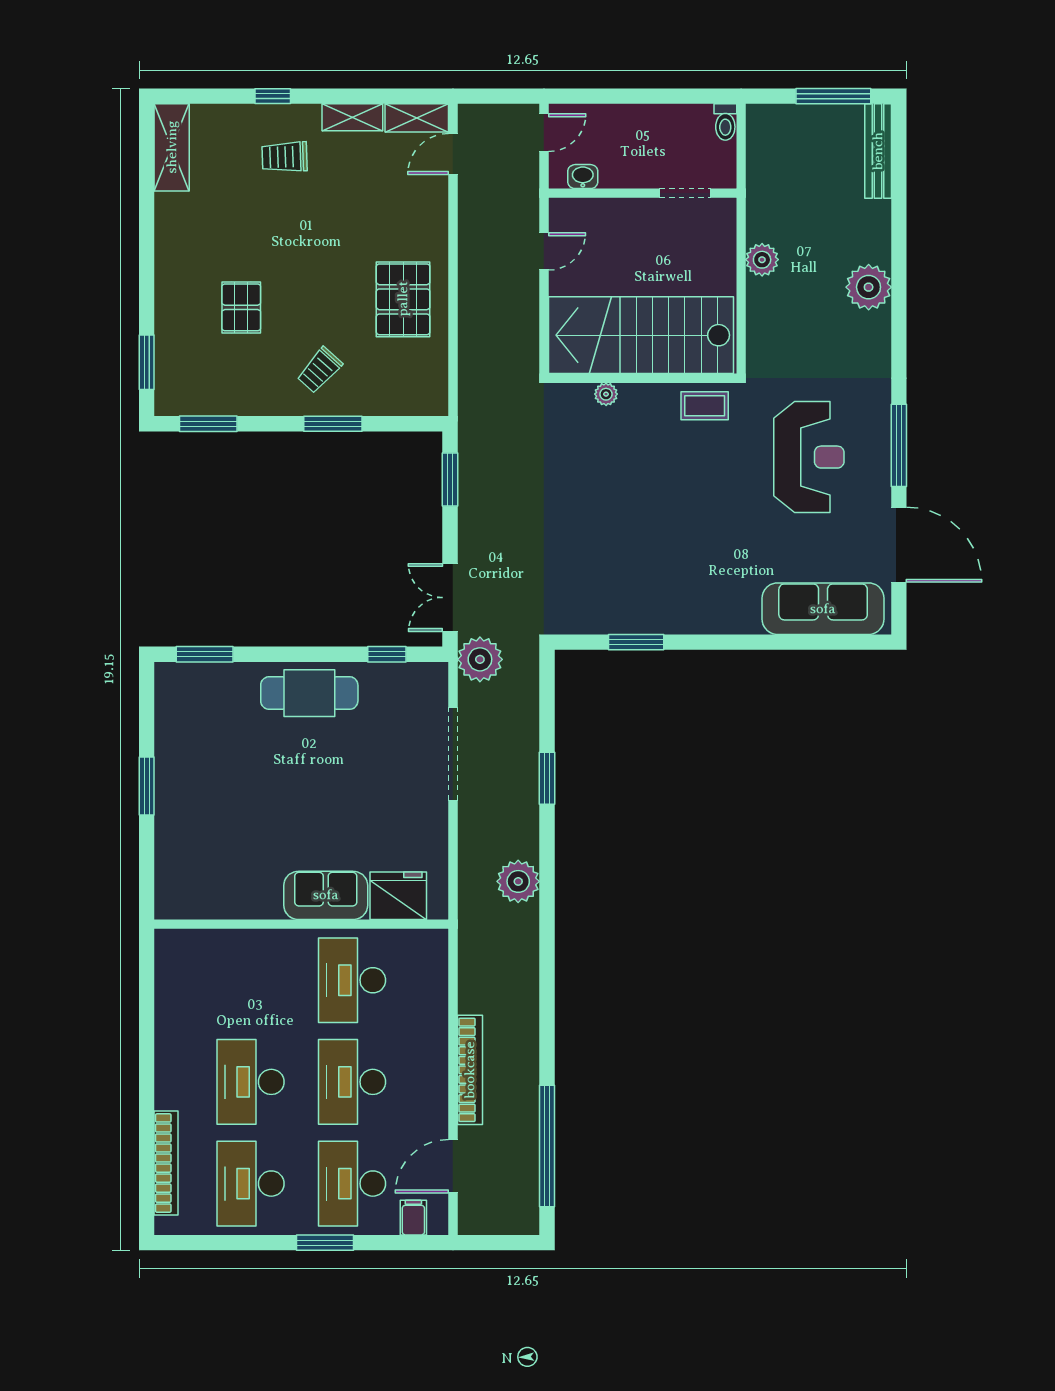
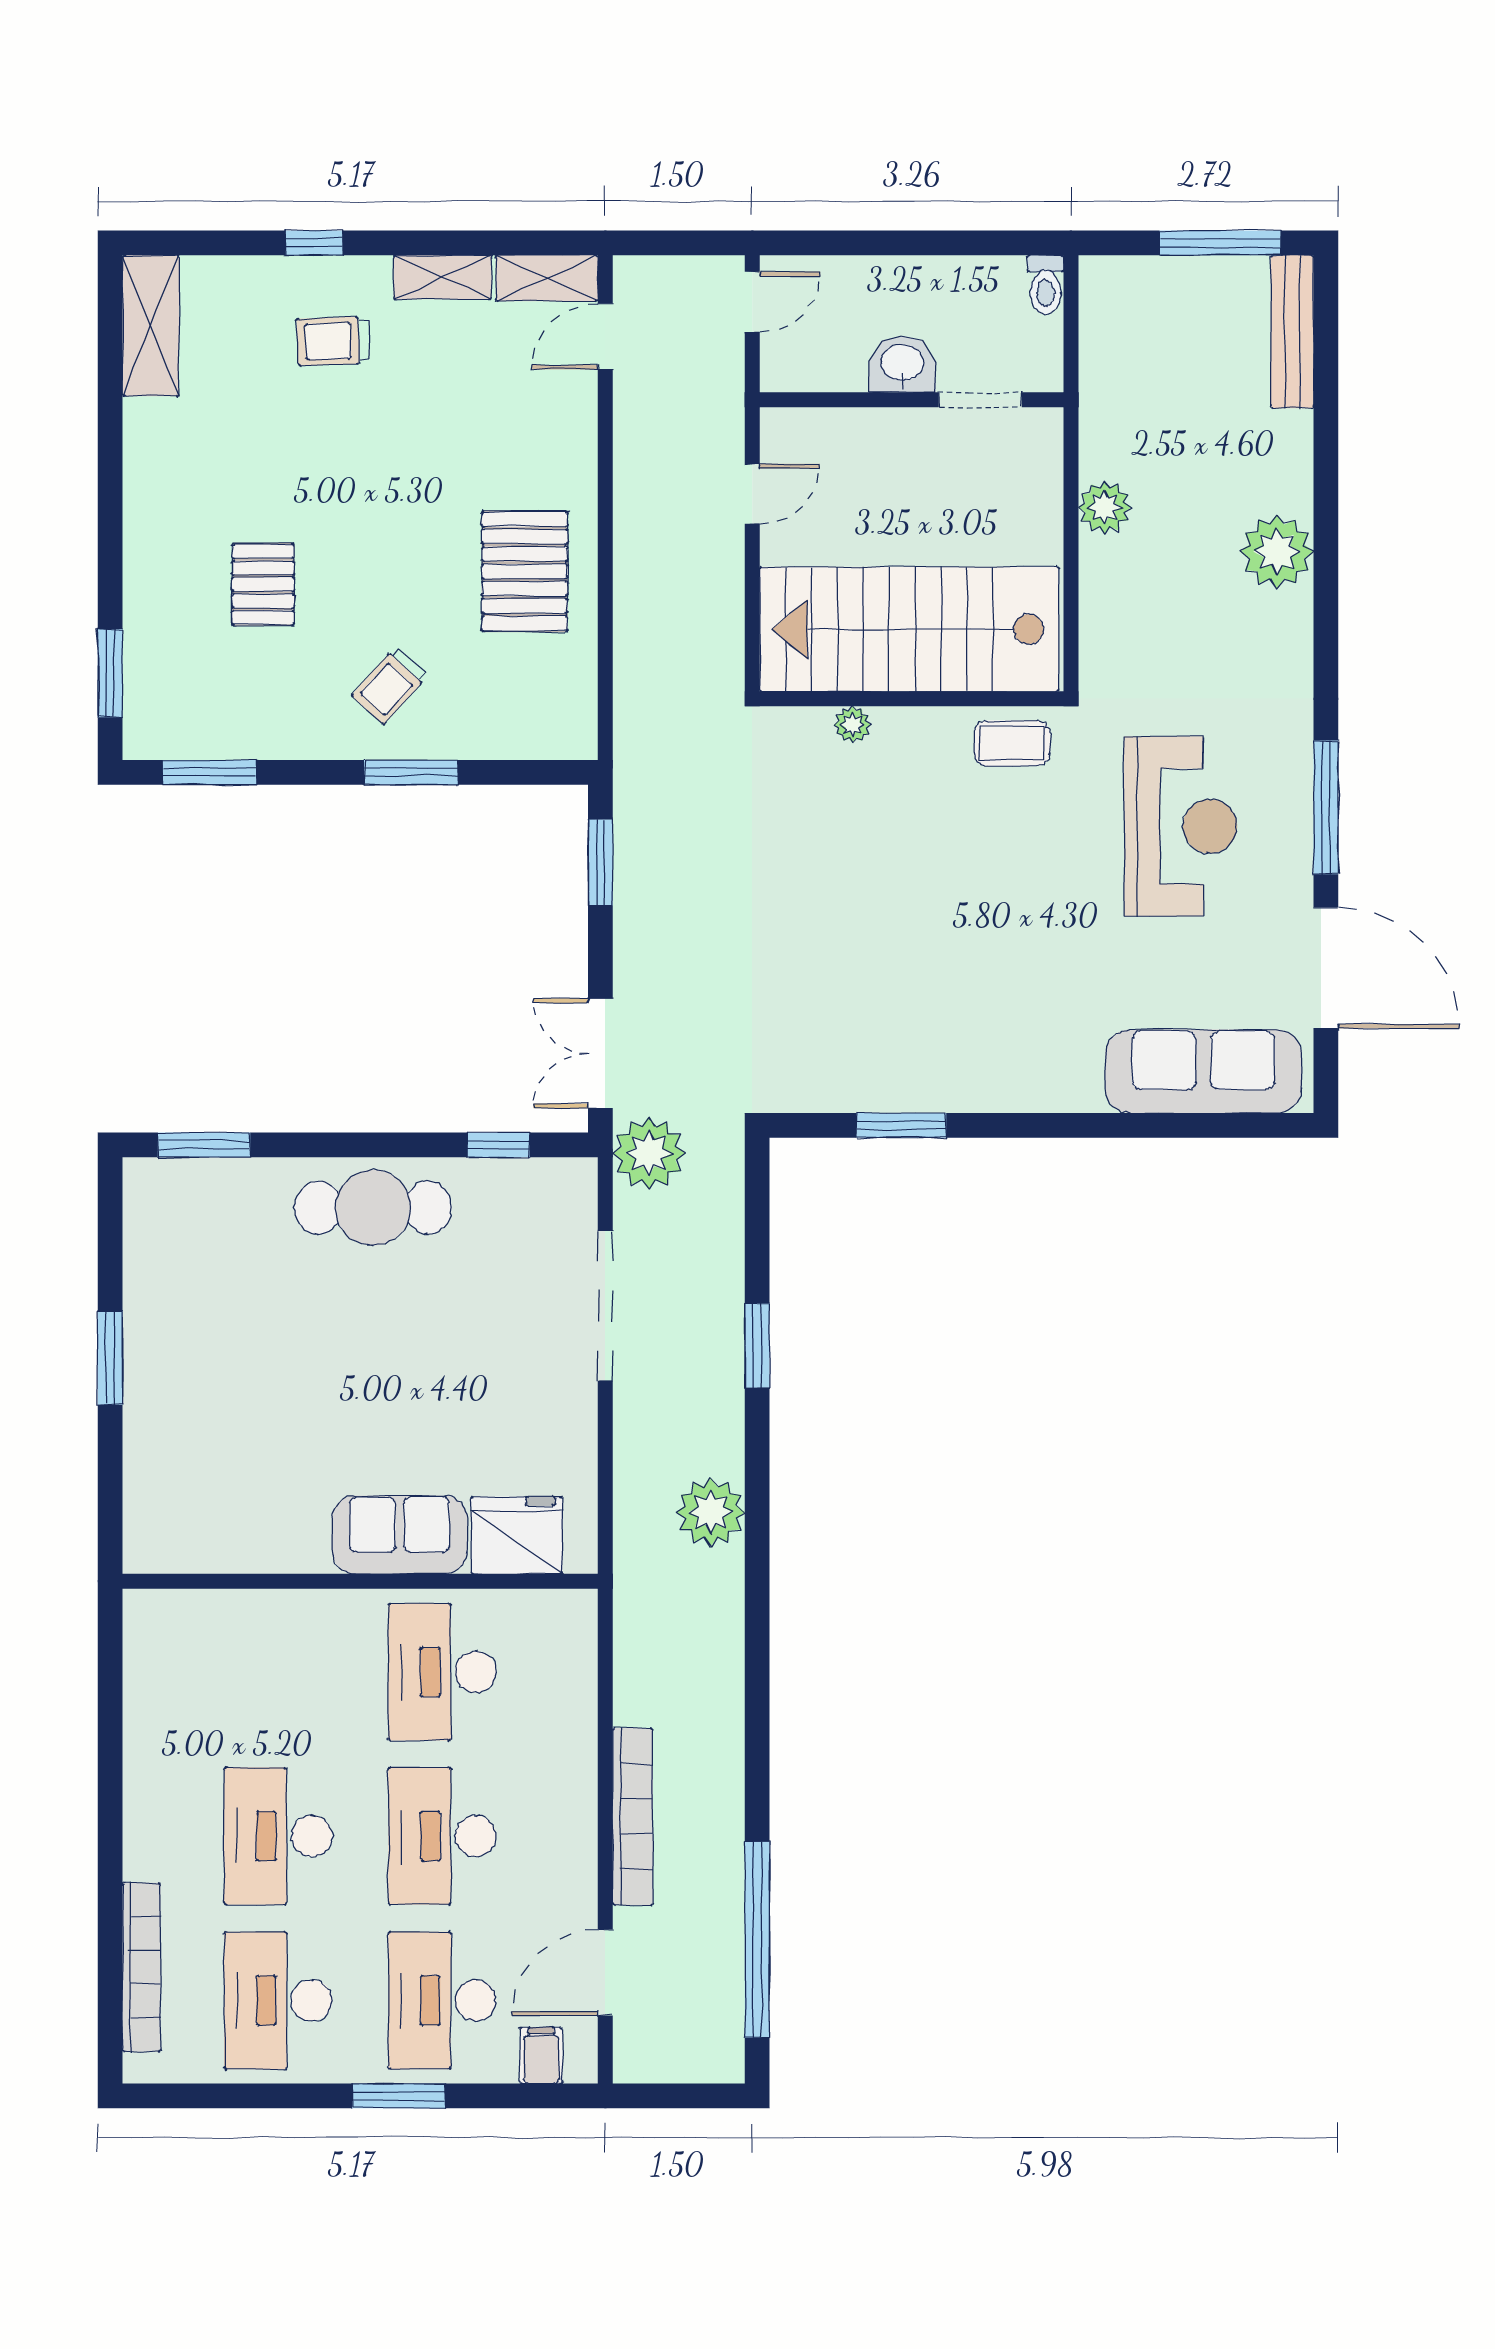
washbasin: (583, 177) -> (902, 364), moved, width x1.38, depth x1.45

